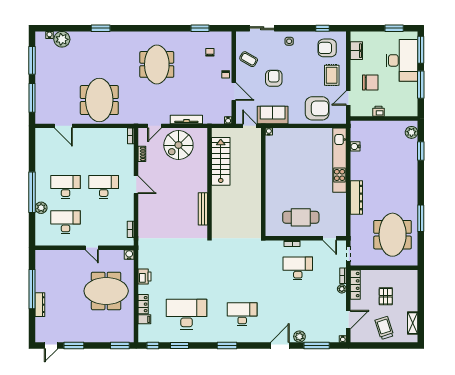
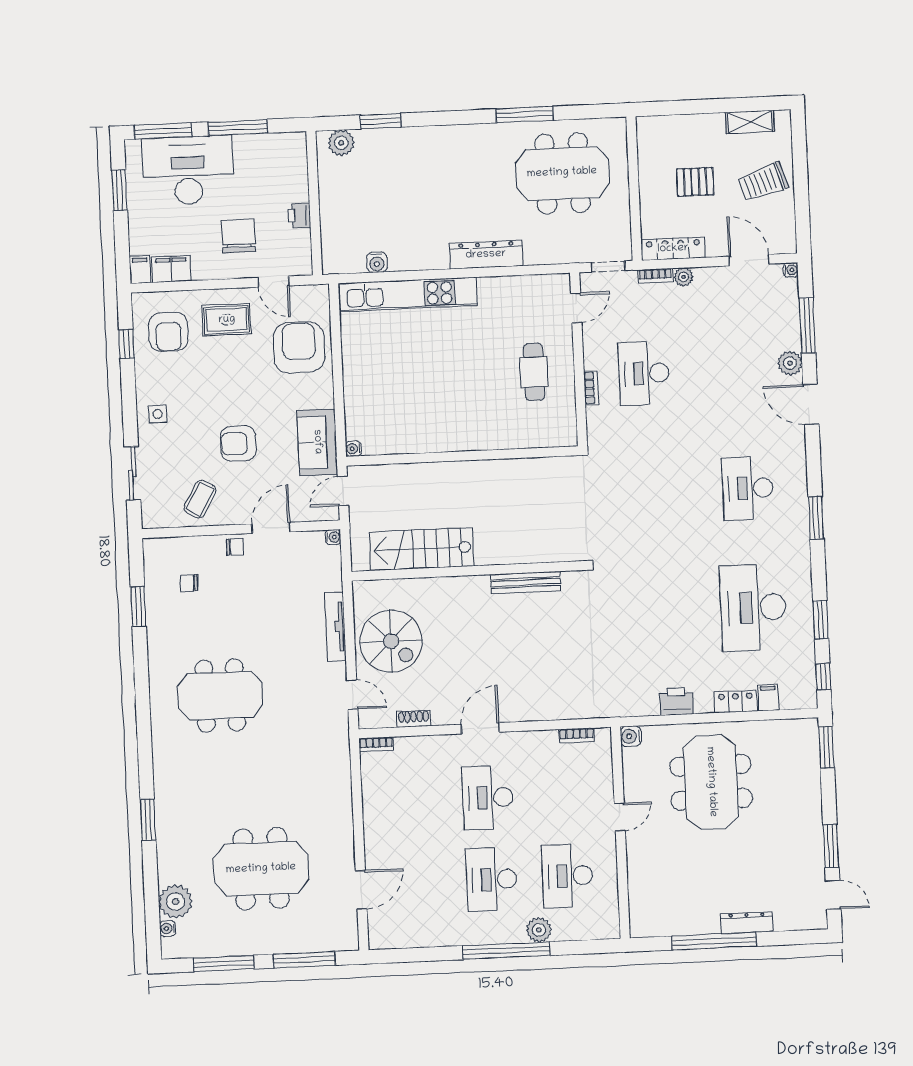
filing cabinet: (357, 36) -> (140, 270), added
meeting table: (99, 100) -> (261, 869), moved
cafe table: (301, 217) -> (534, 372), width x0.73, depth x0.74

